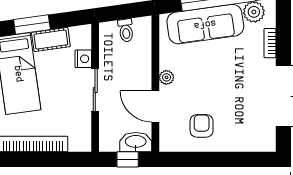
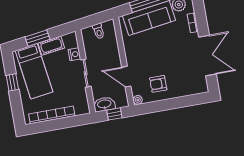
plant: (166, 77) -> (138, 100), moved
armchair: (202, 126) -> (158, 84), turned -90
washbasin: (136, 142) -> (104, 104), moved

